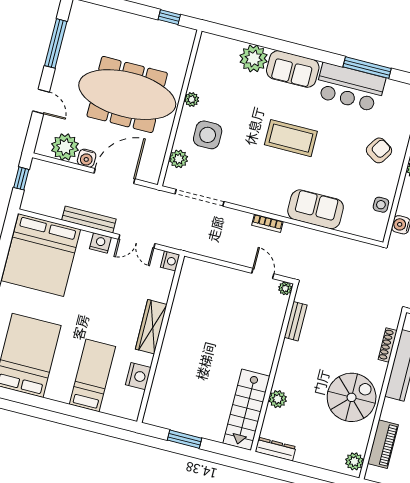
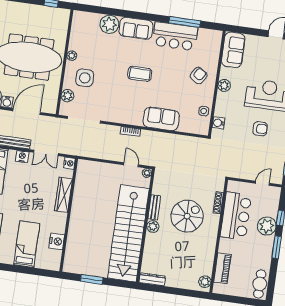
coffee table: (291, 138) -> (140, 74), width x0.73, depth x0.76
bench: (296, 321) -> (154, 207), moved
wardrobe: (151, 327) -> (64, 195), moved
spiral stairs: (352, 397) -> (187, 216), moved
plant: (278, 399) -> (153, 226), moved
stairs: (246, 410) -> (128, 233), width x1.86, depth x1.51

